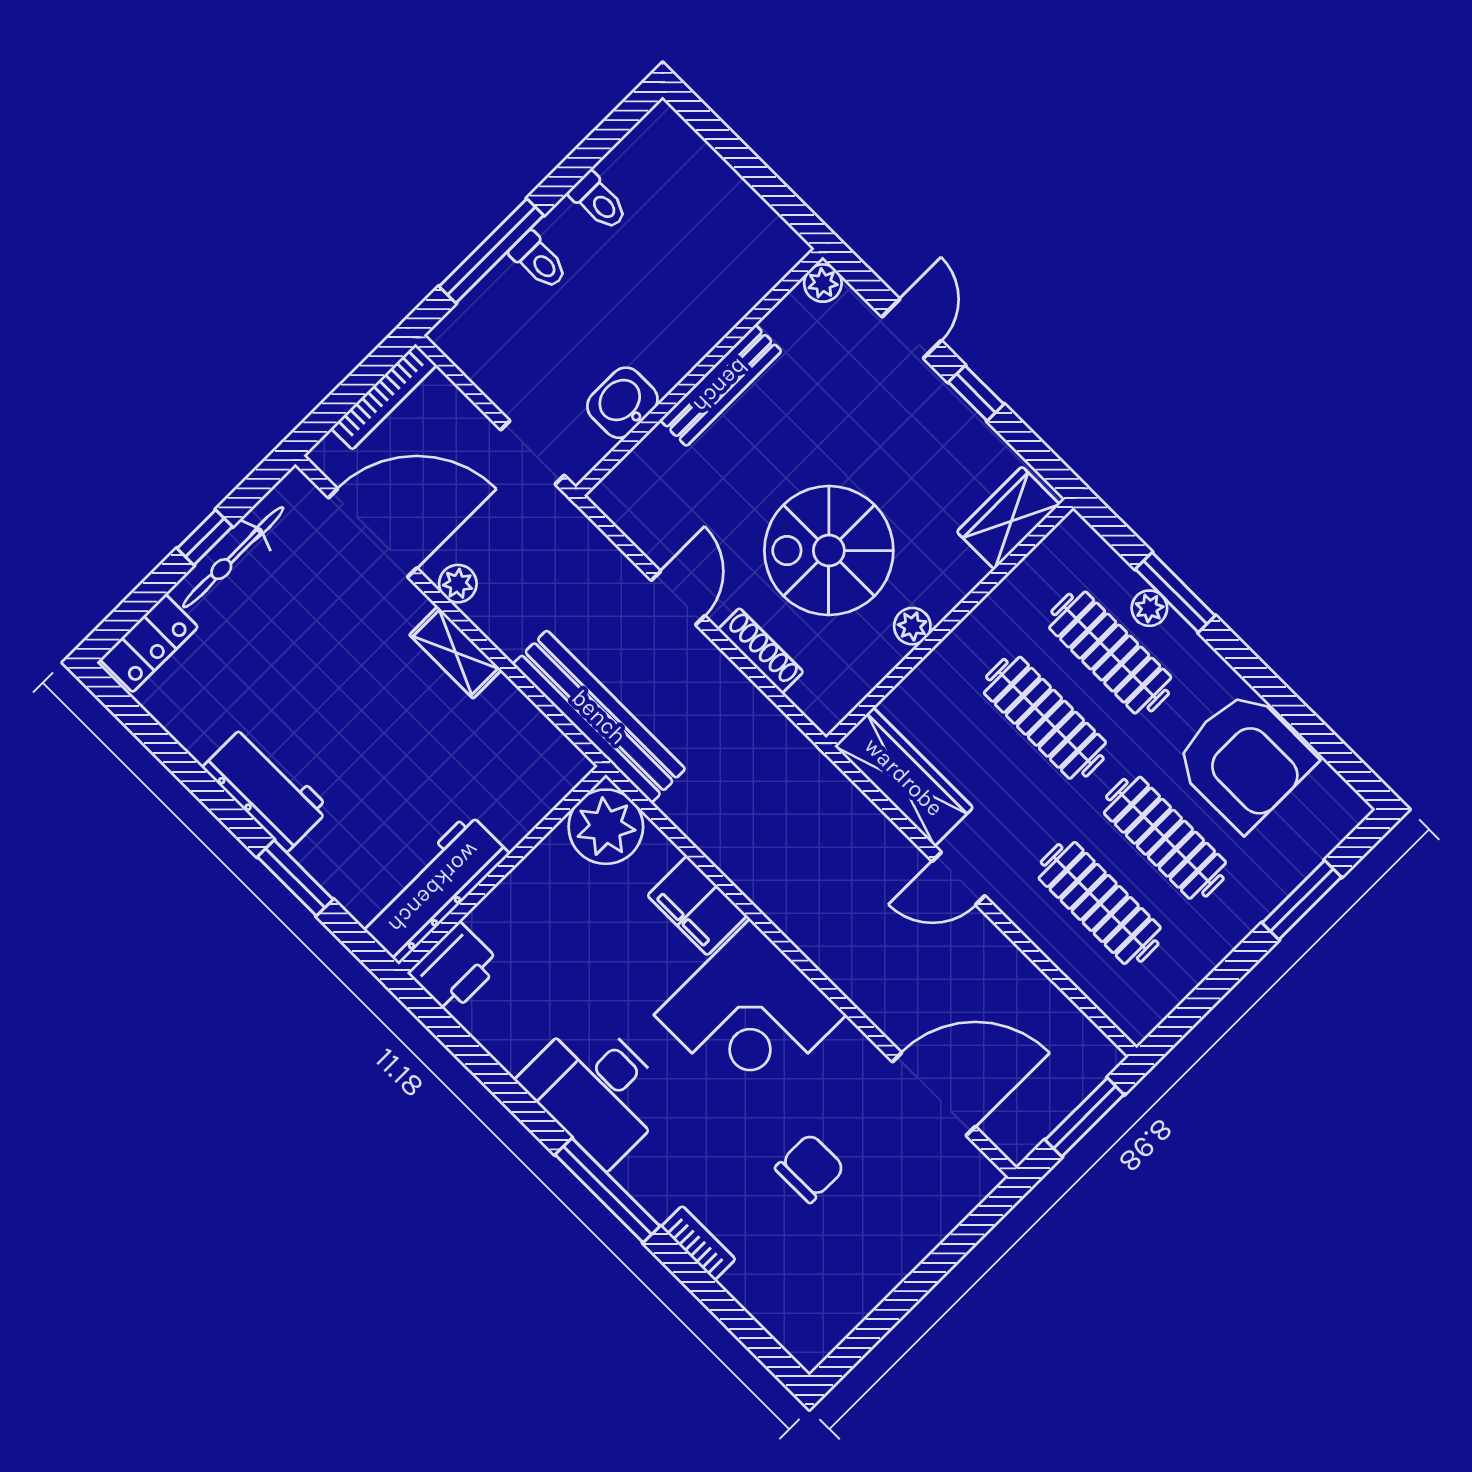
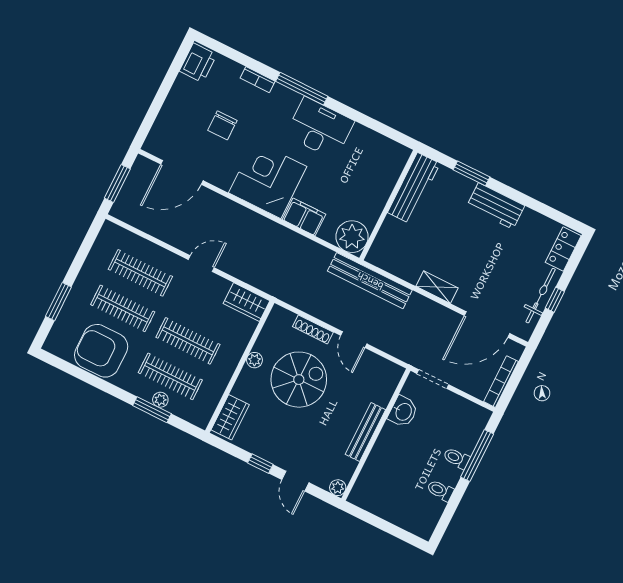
plant: (458, 584) -> (445, 315), removed
wardrobe: (904, 777) -> (247, 302), width x0.67
printer: (455, 968) -> (198, 63), moved, turned 180

